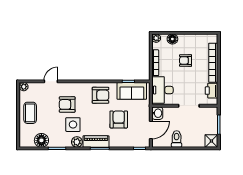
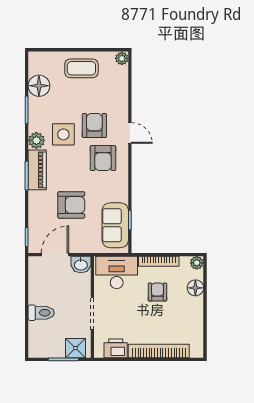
armchair: (186, 60) -> (157, 292), moved
door: (51, 81) -> (130, 133), moved
armchair: (100, 95) -> (103, 158), moved
door: (151, 130) -> (55, 255), swing flipped
toilet: (177, 139) -> (41, 313), moved
shower: (211, 141) -> (75, 348), moved

